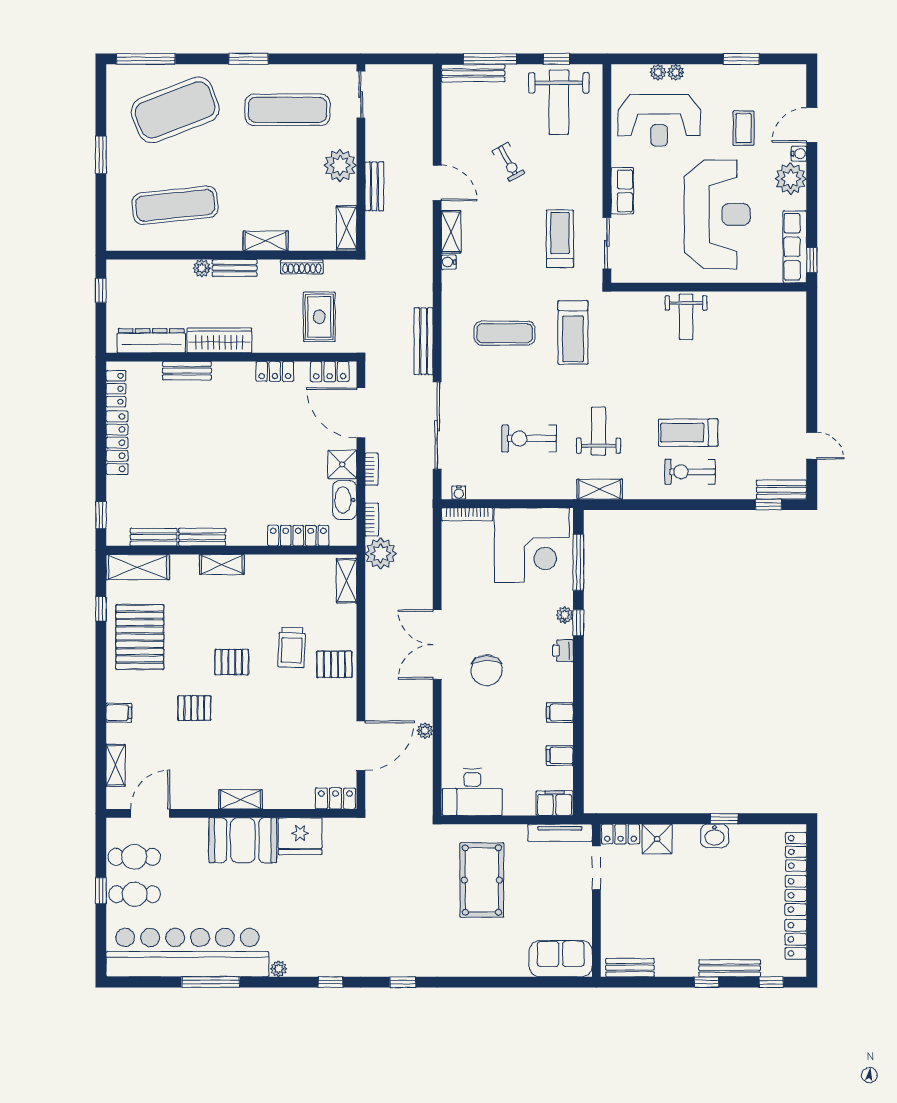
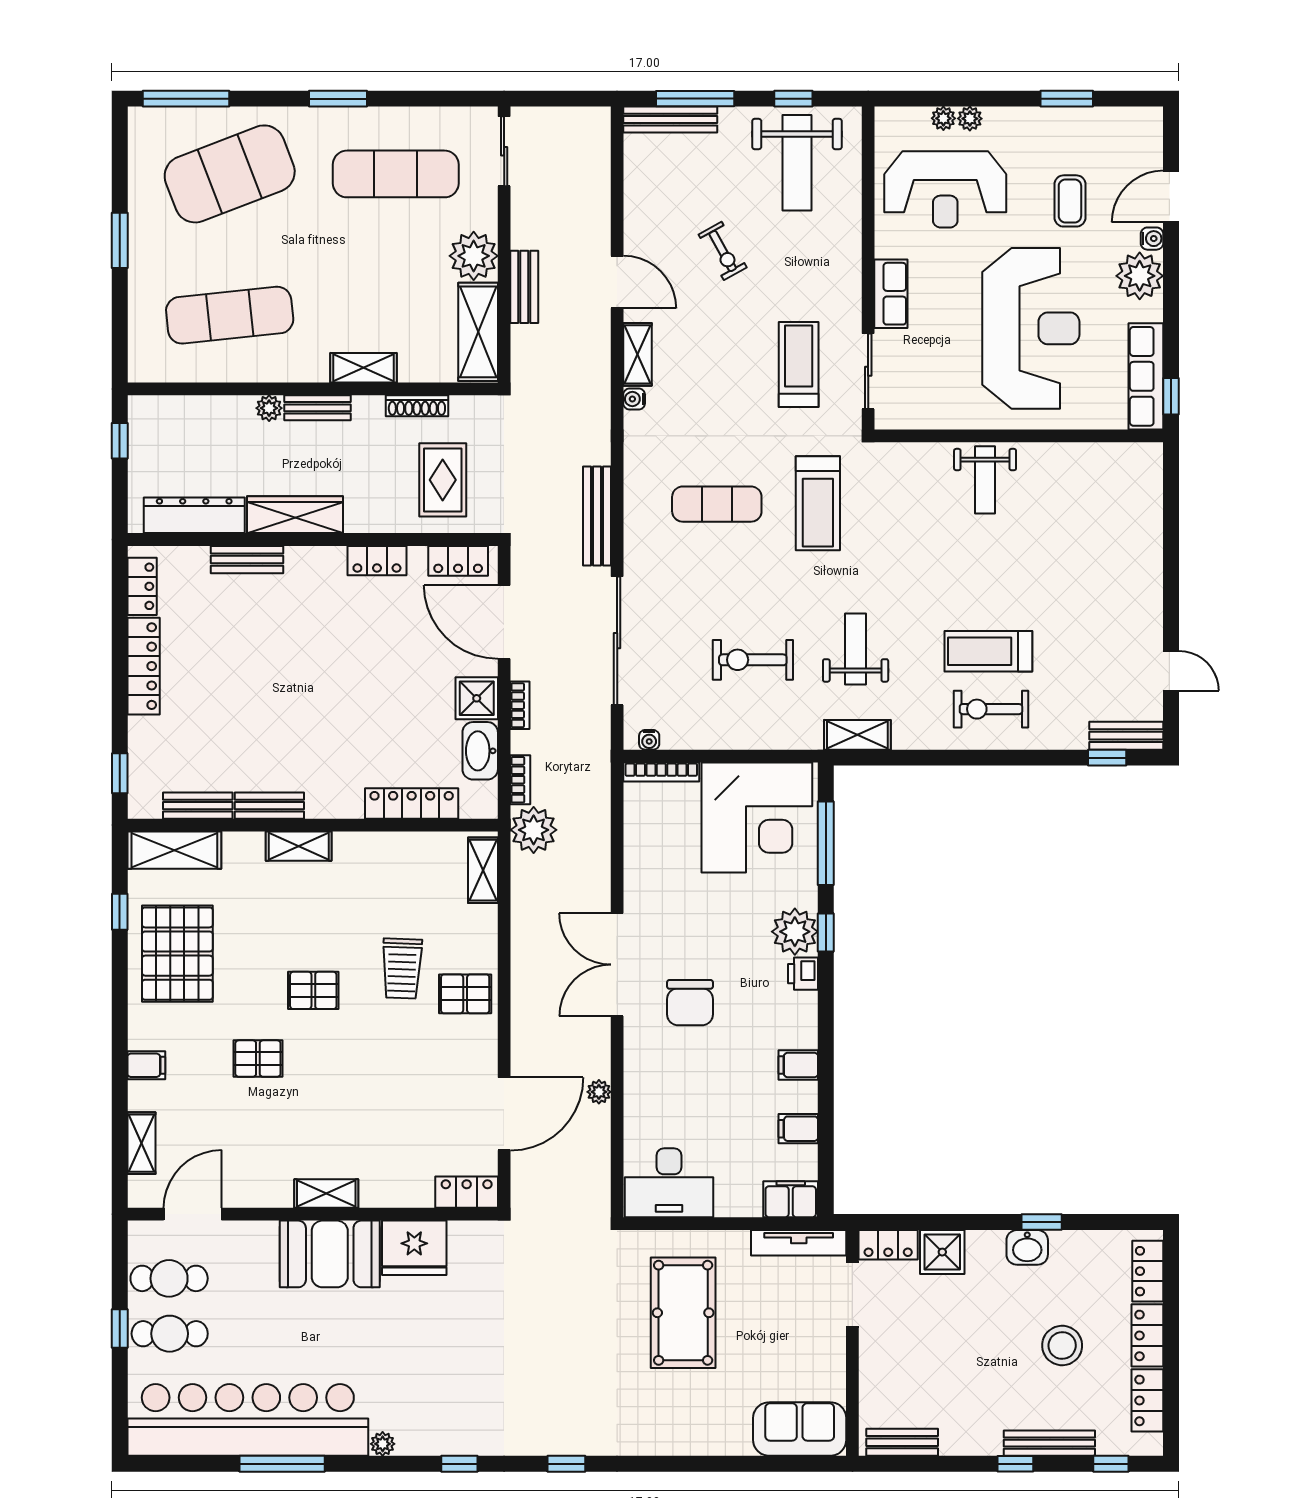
shelving: (347, 228) -> (478, 332), width x1.50, depth x1.33
plant: (565, 615) -> (795, 932), width x1.88, depth x1.88
stool: (738, 902) -> (1062, 1346), added

